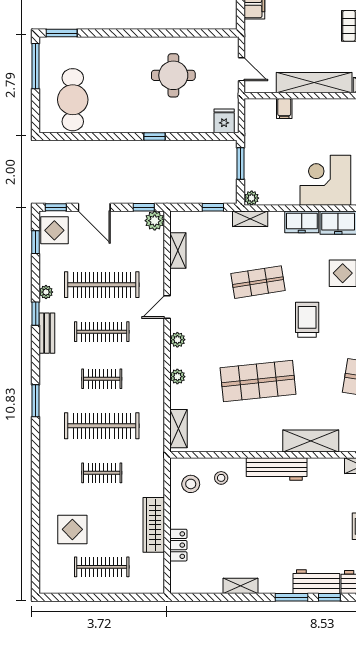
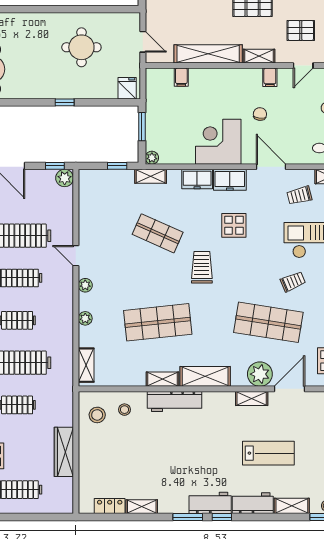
shelving: (178, 250) -> (163, 379), moved, turned 90
shop shelf: (258, 282) -> (158, 233), turned 33
door: (167, 307) -> (76, 256), hinge flipped
locker: (178, 545) -> (110, 506), moved, turned -90

